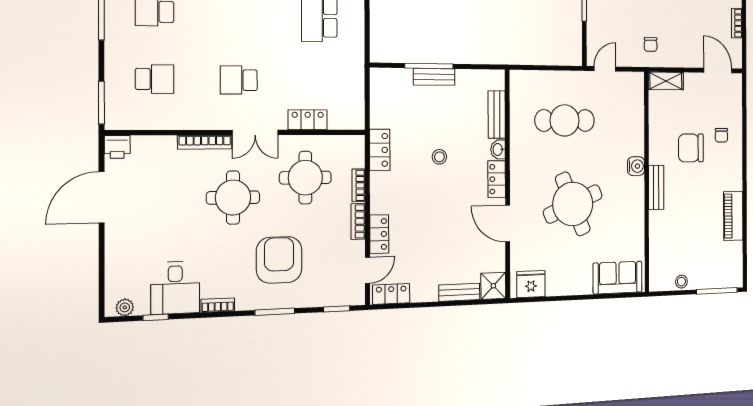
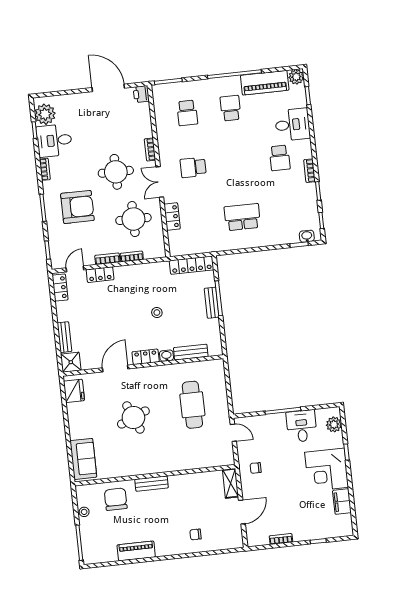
door: (718, 71) -> (242, 512), moved
school desk: (239, 80) -> (193, 167), turned -90
bookcase: (205, 142) -> (150, 149), width x0.64
chair: (691, 148) -> (116, 499), moved
locker: (380, 150) -> (192, 265), moved, width x1.53
water cooler: (636, 166) -> (165, 465), removed
round table: (573, 204) -> (133, 417), width x0.73, depth x0.73
door: (367, 270) -> (75, 269), swing flipped
plant: (125, 307) -> (45, 114), width x1.88, depth x1.88

